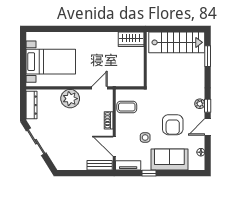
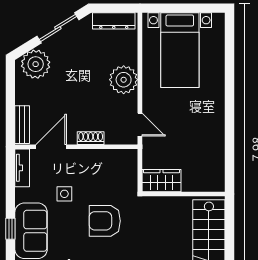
wardrobe: (131, 39) -> (161, 181), moved, turned 90
coffee table: (127, 107) -> (111, 166), removed
armchair: (173, 125) -> (105, 221), moved
plant: (60, 156) -> (36, 64), added
window: (149, 173) -> (10, 229), moved

